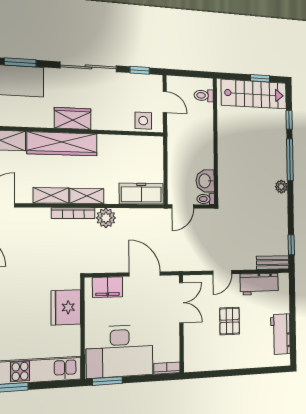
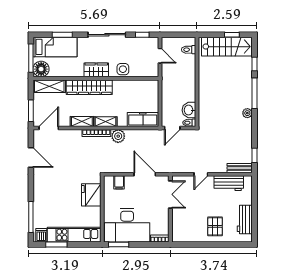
side table: (143, 121) -> (123, 69), moved
filing cabinet: (108, 287) -> (119, 182), width x0.50
pallet: (230, 321) -> (215, 226), moved

